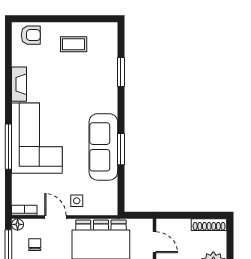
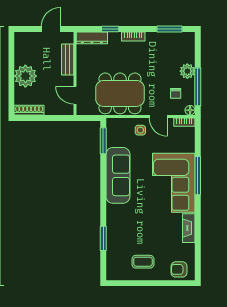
window: (121, 149) -> (103, 141), moved

